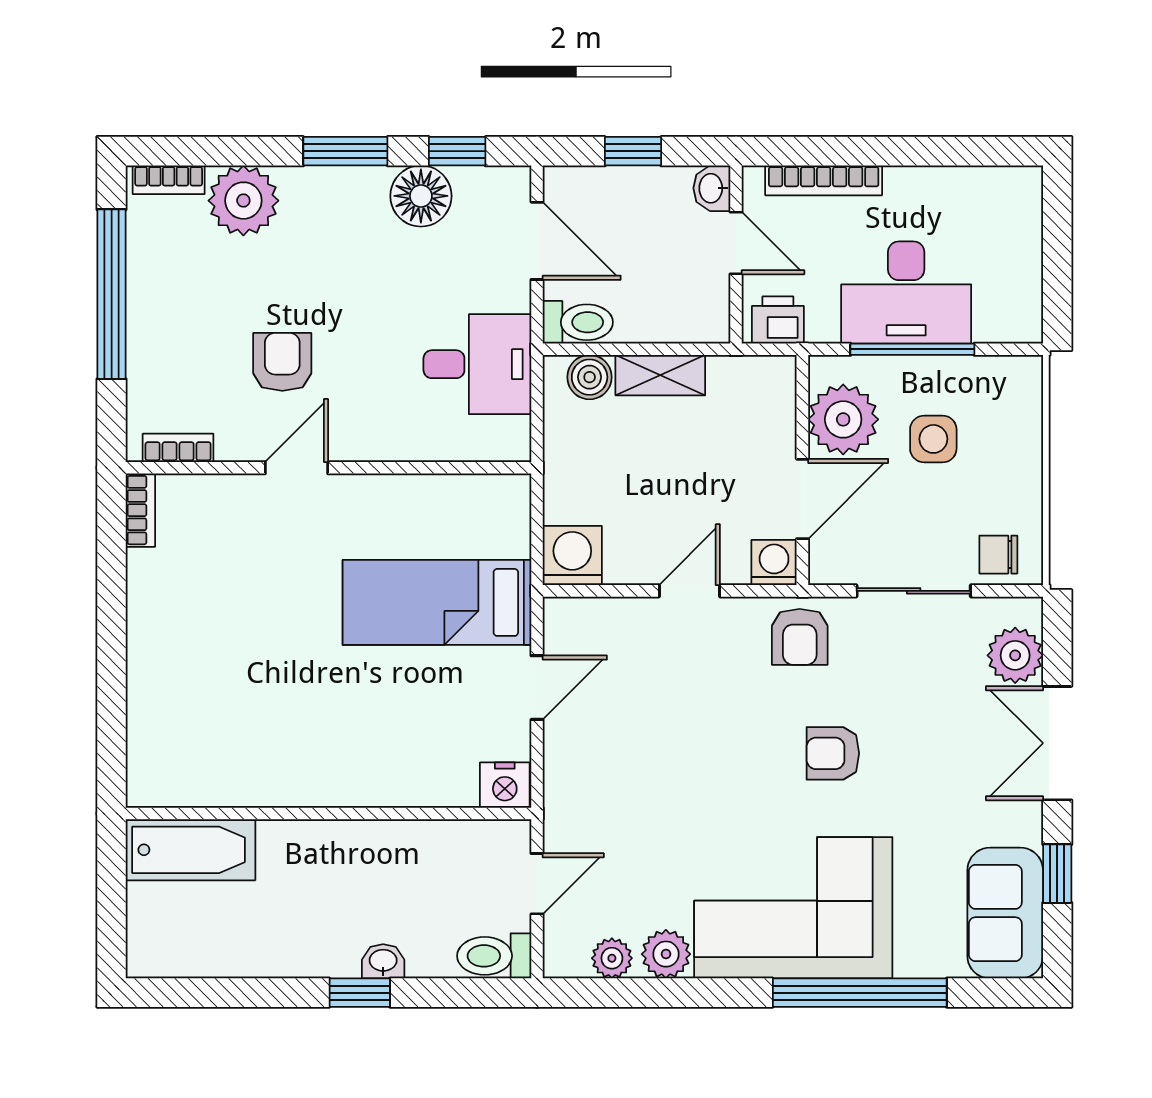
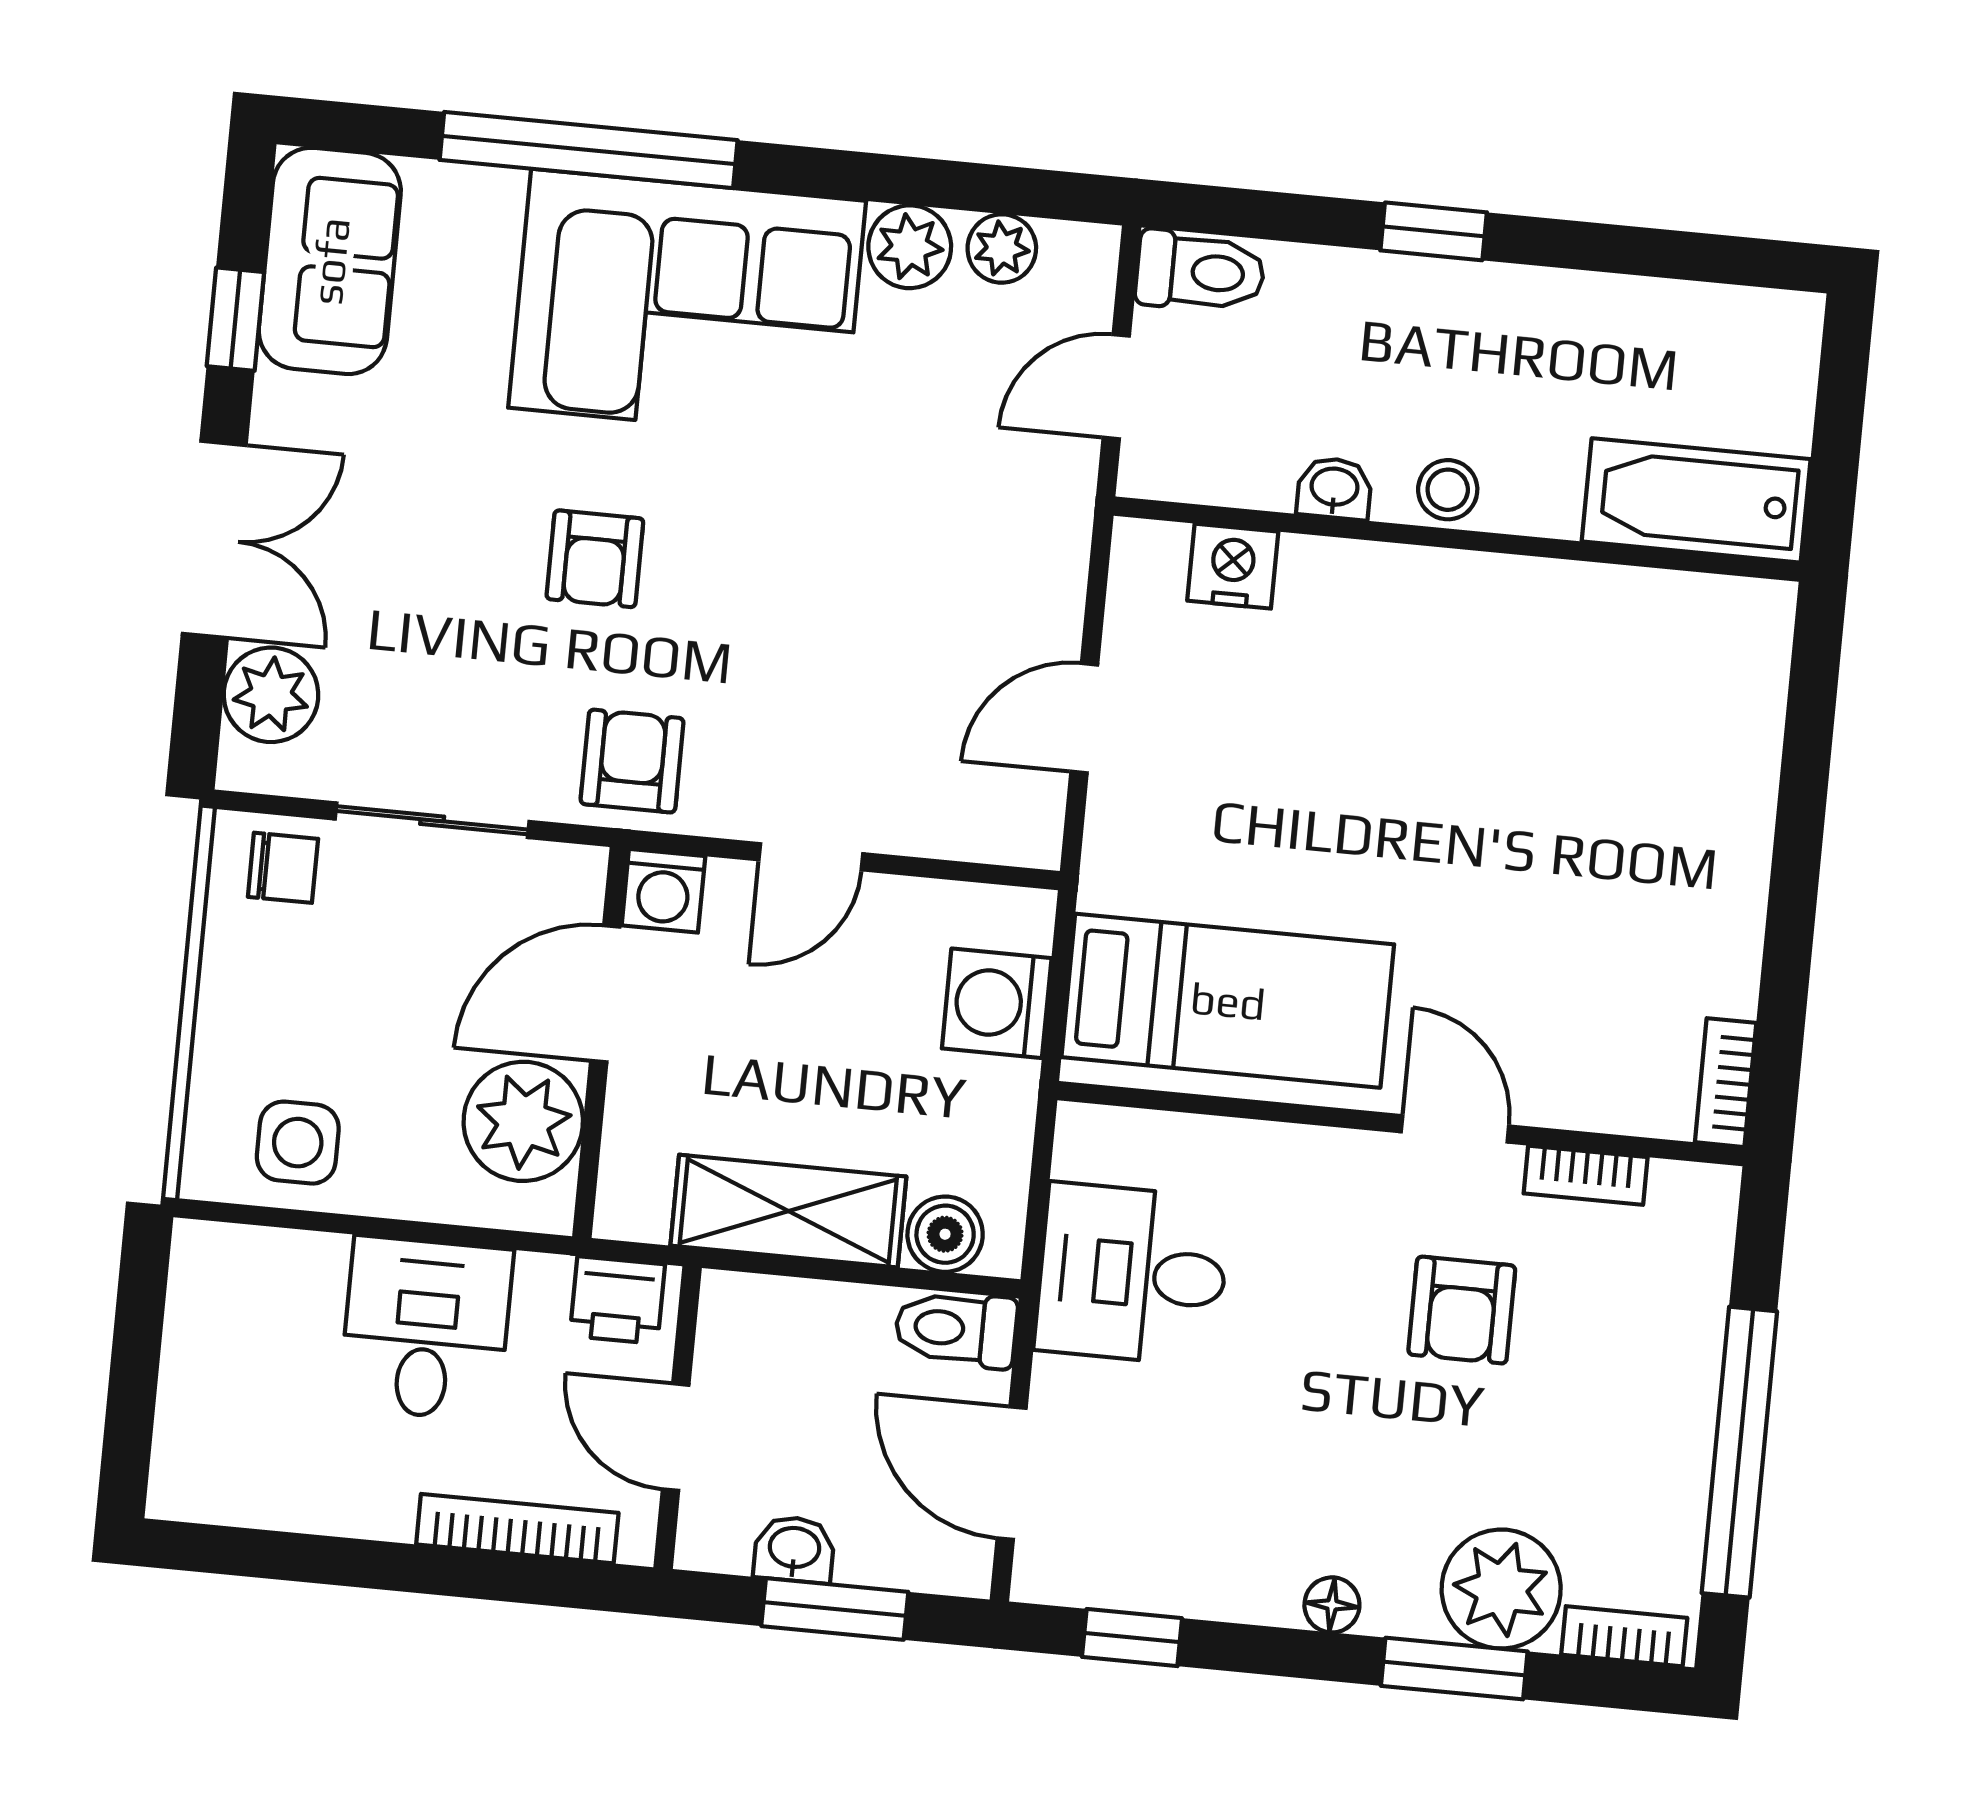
window: (345, 151) -> (1454, 1669), moved
window: (633, 151) -> (835, 1609), width x1.50
washbasin: (712, 188) -> (794, 1549), moved, turned -90
floor lamp: (421, 196) -> (1332, 1605), moved, width x0.53, depth x0.53
desk: (906, 292) -> (426, 1329), width x0.73
window: (912, 349) -> (395, 1229), removed
shelving: (660, 375) -> (788, 1211), width x1.50, depth x1.33
side table: (933, 439) -> (298, 1143), moved
bookcase: (178, 448) -> (1586, 1175), moved
door: (297, 468) -> (1455, 1129), swing flipped
washing machine: (572, 556) -> (997, 1003), moved, turned 90
bed: (437, 602) -> (1228, 1001), moved
armchair: (833, 753) -> (595, 559), turned 90
nightstand: (505, 785) -> (1233, 566), moved
stool: (337, 842) -> (1448, 490), added
washbasin: (383, 961) -> (1334, 488), moved, turned 180

